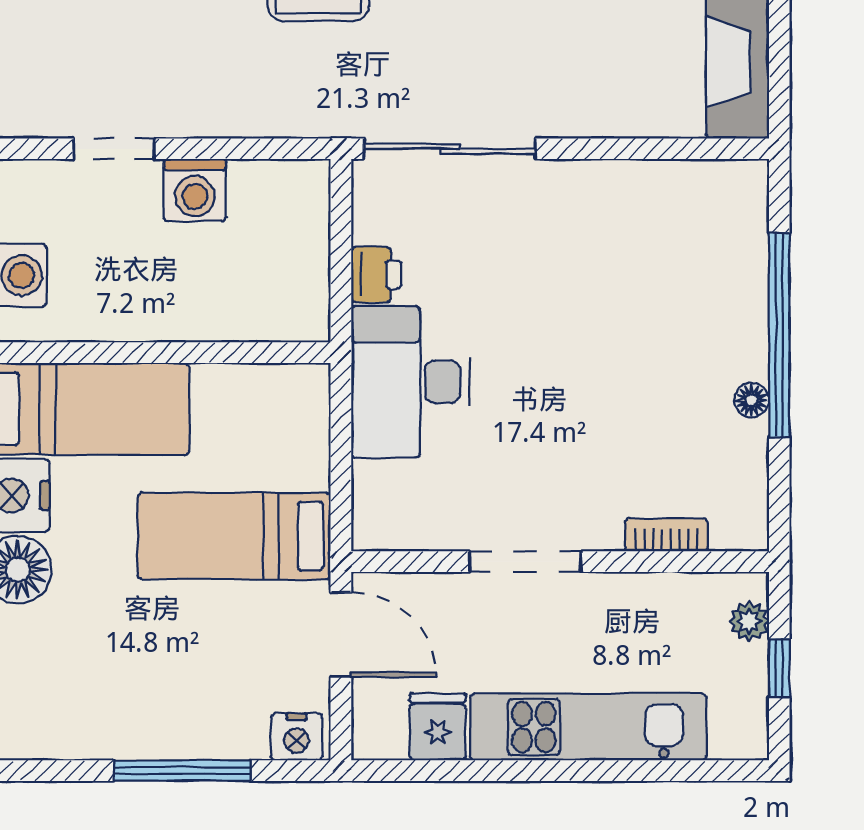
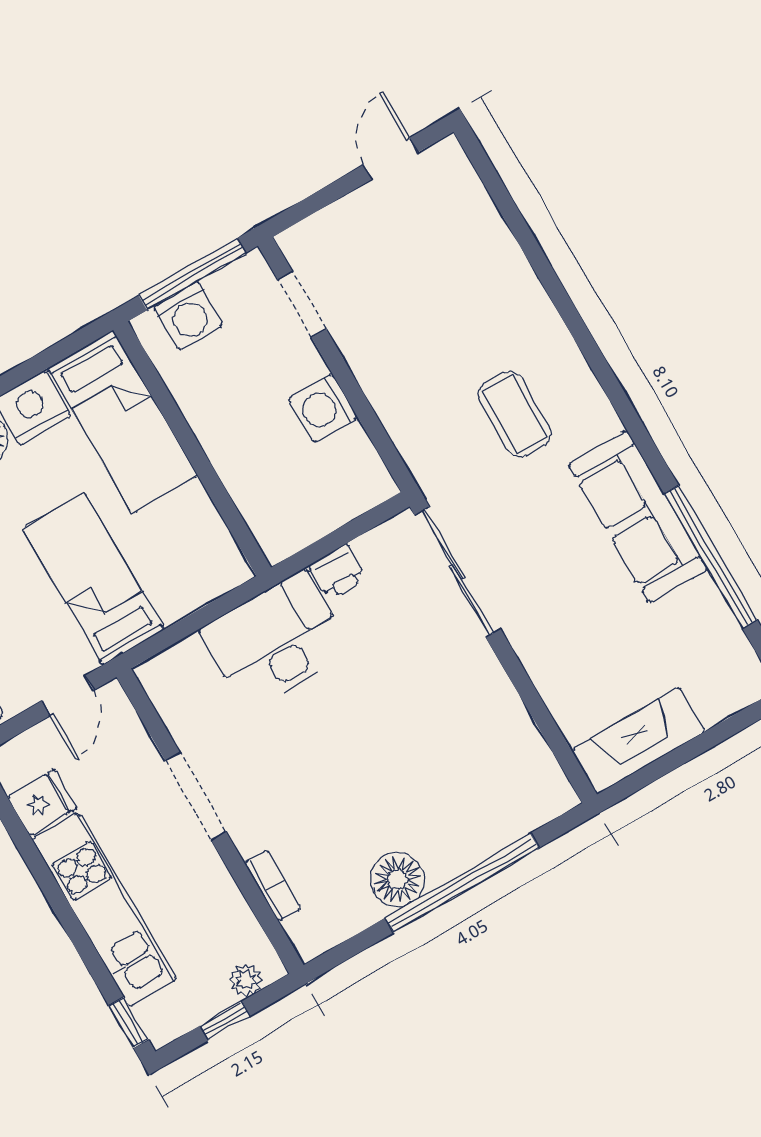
doorway: (114, 149) -> (302, 304), moved
floor lamp: (752, 400) -> (398, 880), width x1.89, depth x1.89
door: (341, 635) -> (68, 696), width x0.73
window: (722, 771) -> (129, 1023), added

